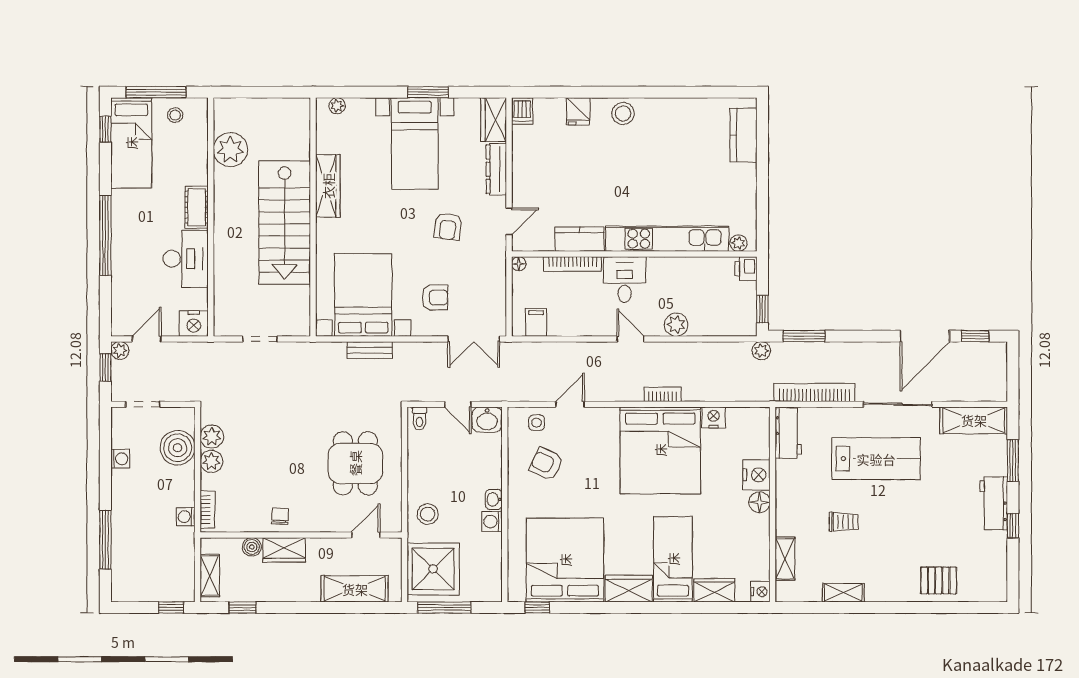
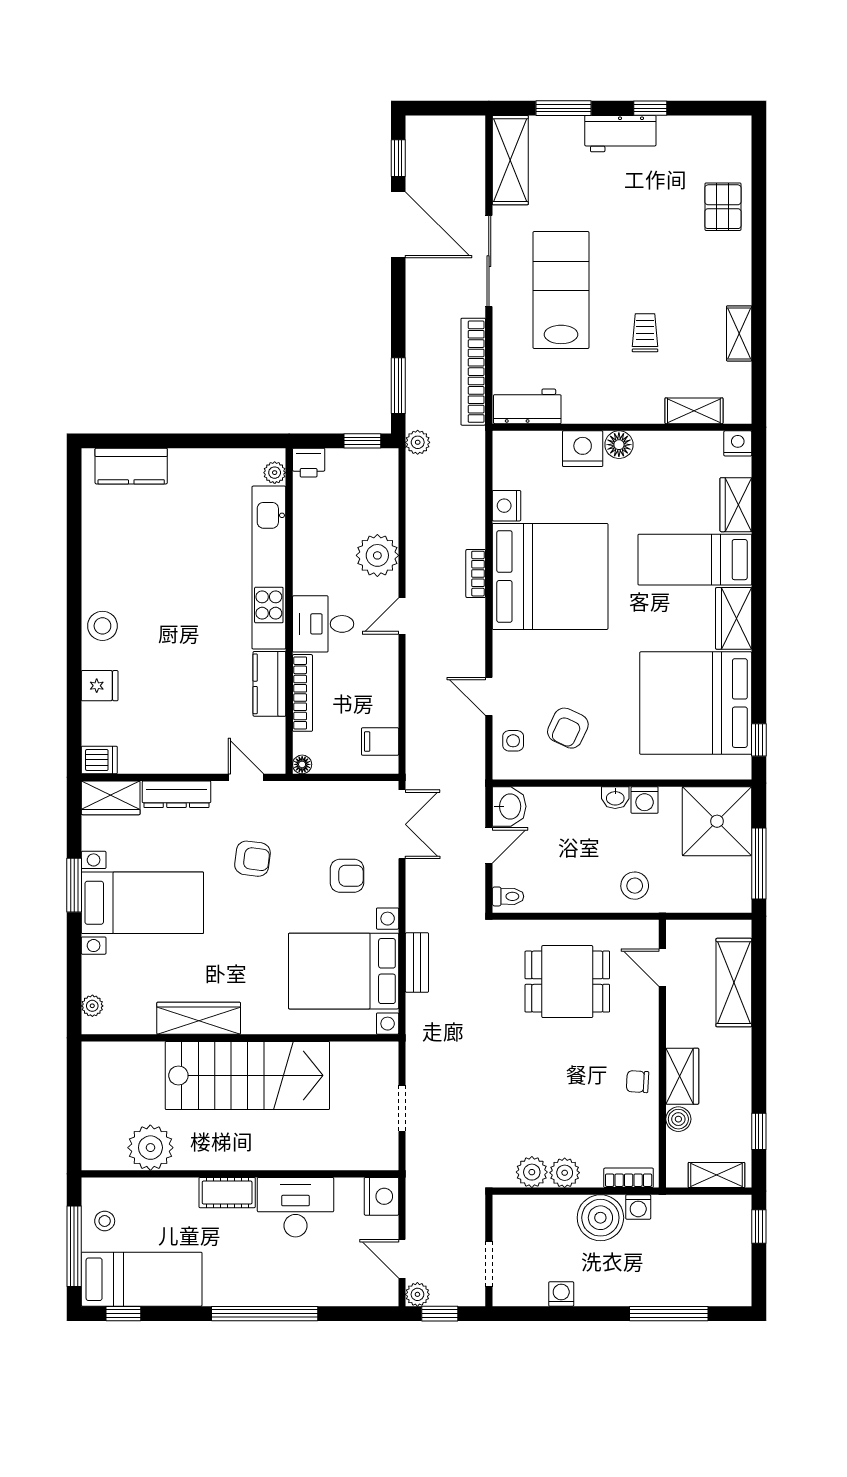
armchair: (435, 298) -> (347, 876), turned 90
plant: (676, 325) -> (377, 555), width x1.36, depth x1.36
boiler: (178, 448) -> (600, 1218), moved
shower: (433, 569) -> (717, 821), moved

